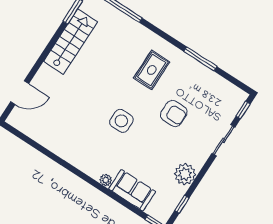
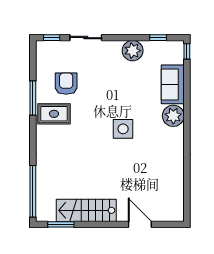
rug: (152, 70) -> (54, 114), moved
door: (20, 93) -> (140, 224), moved
armchair: (174, 113) -> (66, 84), moved
plant: (106, 180) -> (173, 116), width x1.88, depth x1.88

